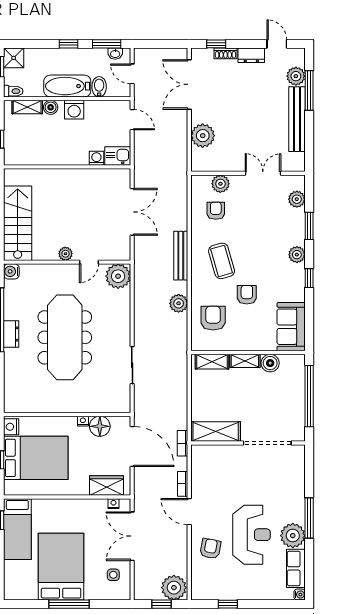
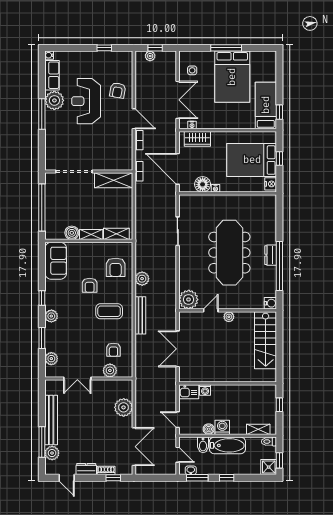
boiler: (51, 107) -> (209, 429), moved
coffee table: (222, 261) -> (109, 311), turned -74
plant: (174, 588) -> (150, 56), width x0.53, depth x0.53

